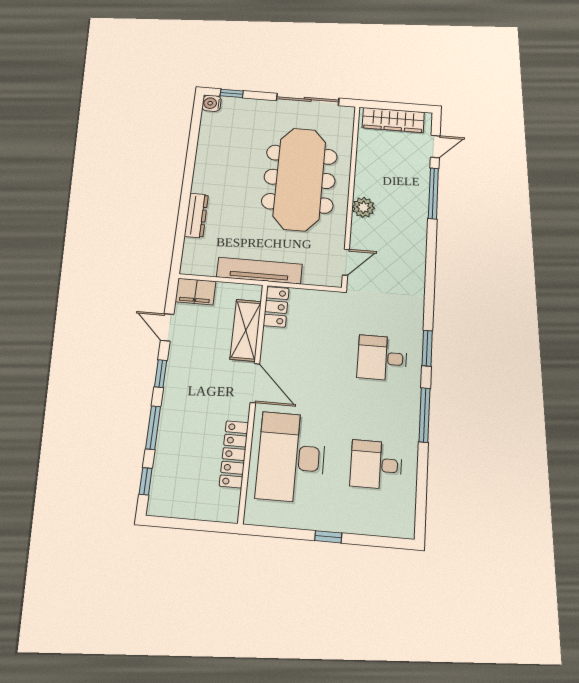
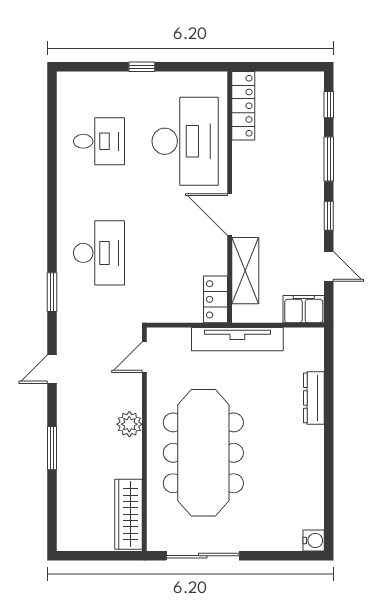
window: (232, 93) -> (292, 556), removed
wardrobe: (393, 120) -> (128, 514), moved, turned -90
door: (435, 147) -> (52, 369), moved
window: (433, 193) -> (52, 448), width x0.69
window: (427, 348) -> (52, 292), moved
desk: (382, 358) -> (99, 253), width x1.37
window: (425, 415) -> (52, 196), removed
locker: (234, 454) -> (243, 106), moved

